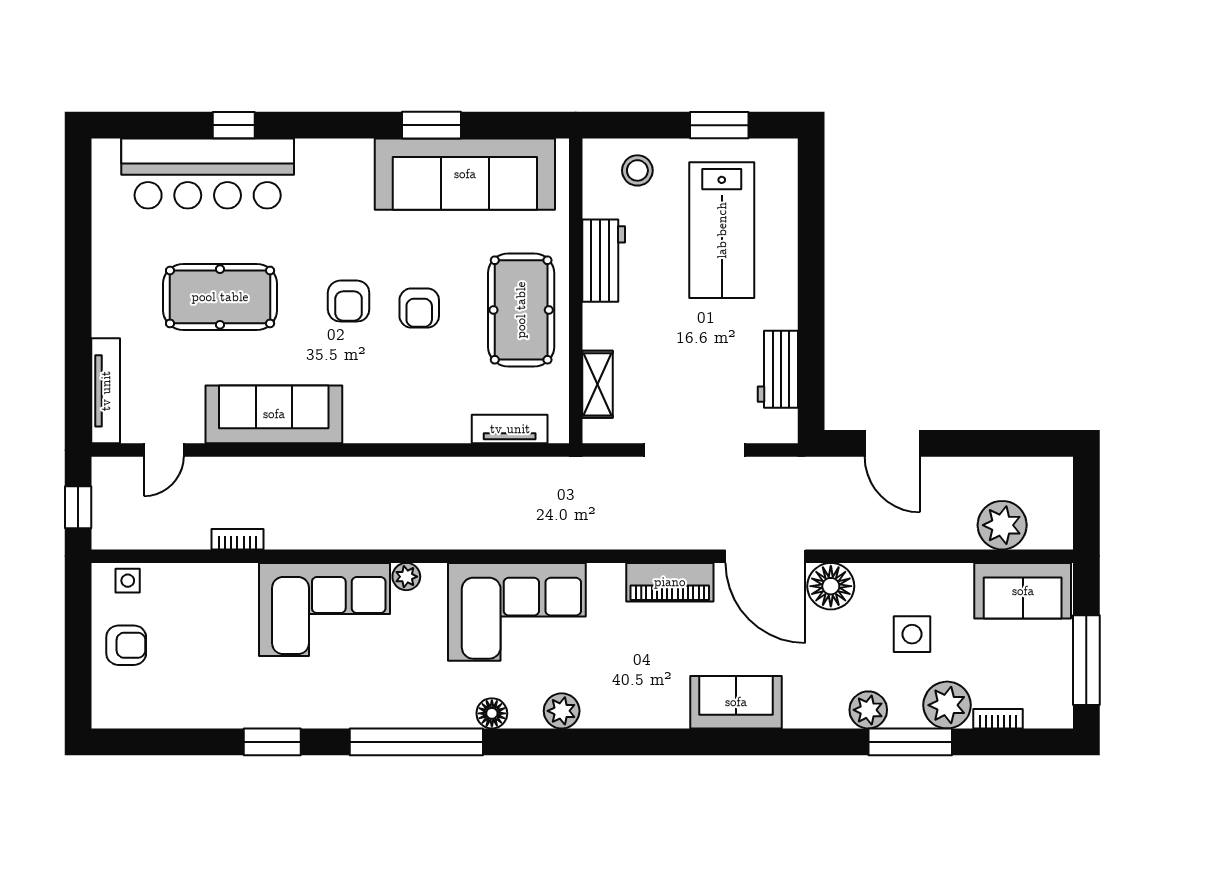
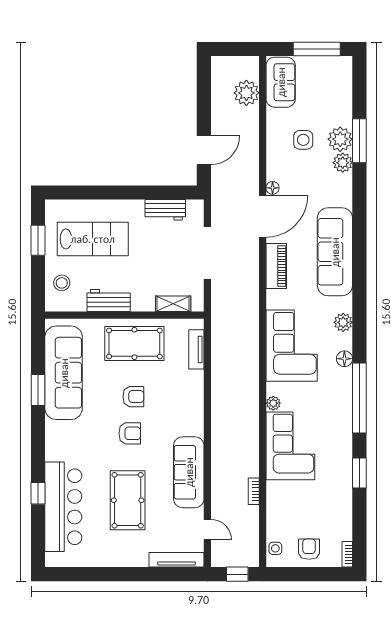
floor lamp: (831, 586) -> (273, 188), width x0.53, depth x0.53
sofa: (736, 702) -> (335, 252), width x1.85, depth x1.27
plant: (947, 705) -> (340, 139), moved
bookcase: (998, 719) -> (347, 554), moved

